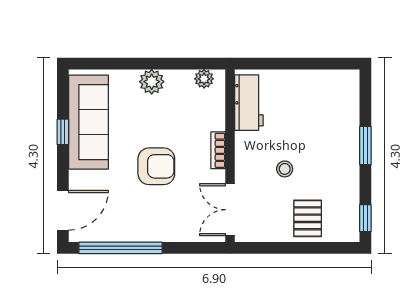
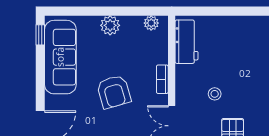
window: (63, 132) -> (40, 35), moved
armchair: (156, 166) -> (114, 92), turned 74

